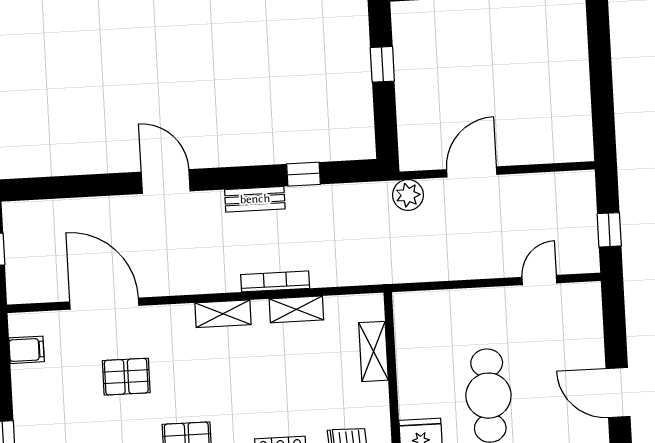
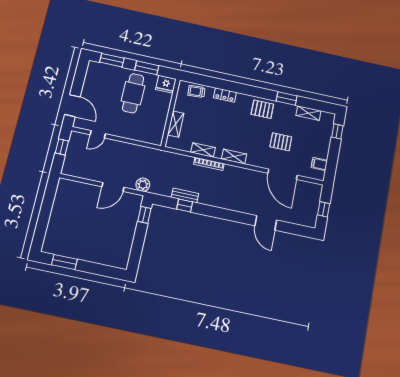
window: (382, 64) -> (144, 215), moved
door: (166, 182) -> (266, 223), moved
bench: (255, 199) -> (185, 196), moved
door: (618, 392) -> (72, 106), moved

